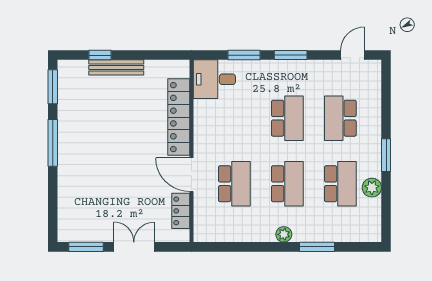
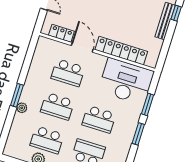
desk: (214, 79) -> (126, 81), width x1.87, depth x1.30
door: (191, 175) -> (82, 47), hinge flipped
plant: (284, 234) -> (22, 108), moved
window: (317, 247) -> (17, 95), moved

